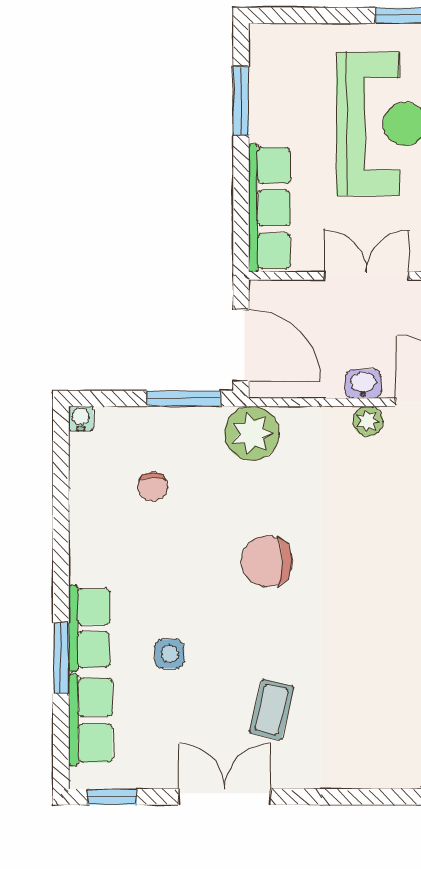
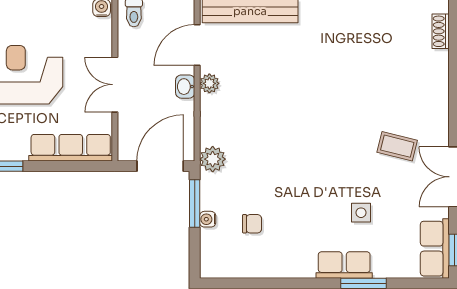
water cooler: (81, 418) -> (208, 219), moved
plant: (252, 433) -> (213, 159), width x0.73, depth x0.73
chair: (267, 561) -> (301, 149), removed
row of seats: (90, 720) -> (435, 249), moved, turned -90

